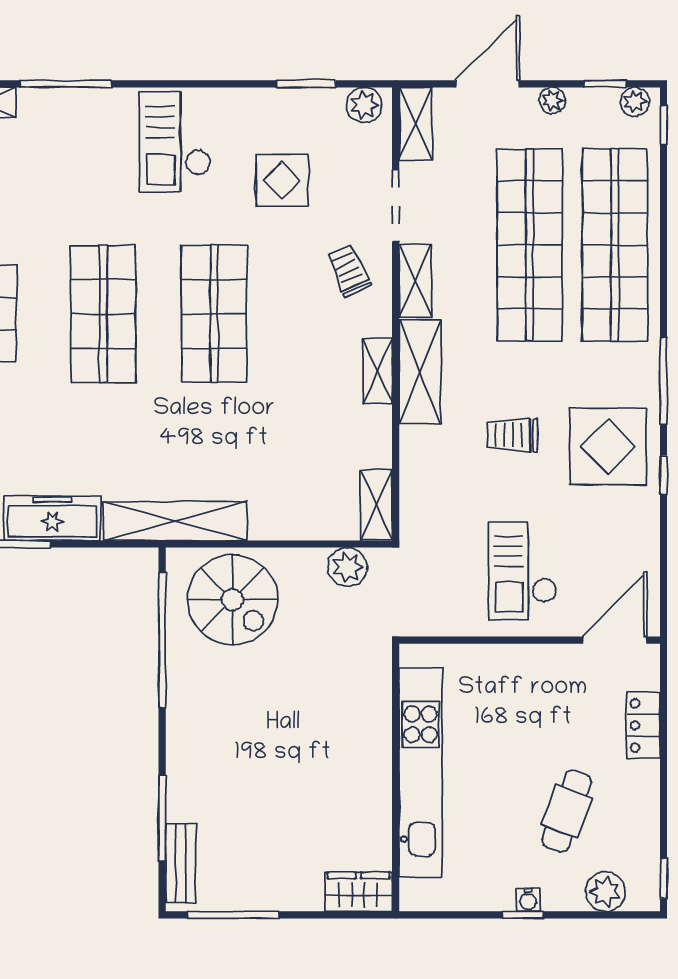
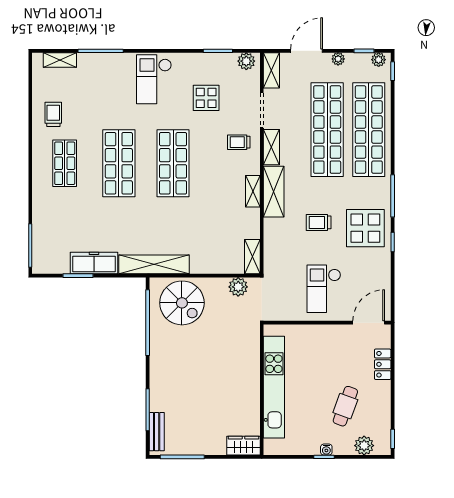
trolley: (349, 271) -> (239, 142), turned -66

